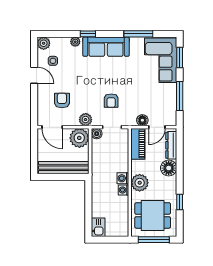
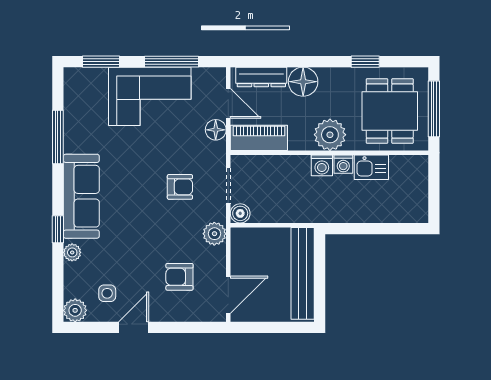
corner sofa: (161, 60) -> (150, 96), moved
plant: (79, 138) -> (248, 245), removed
kitchen sink: (98, 227) -> (371, 167), moved, turned 180

